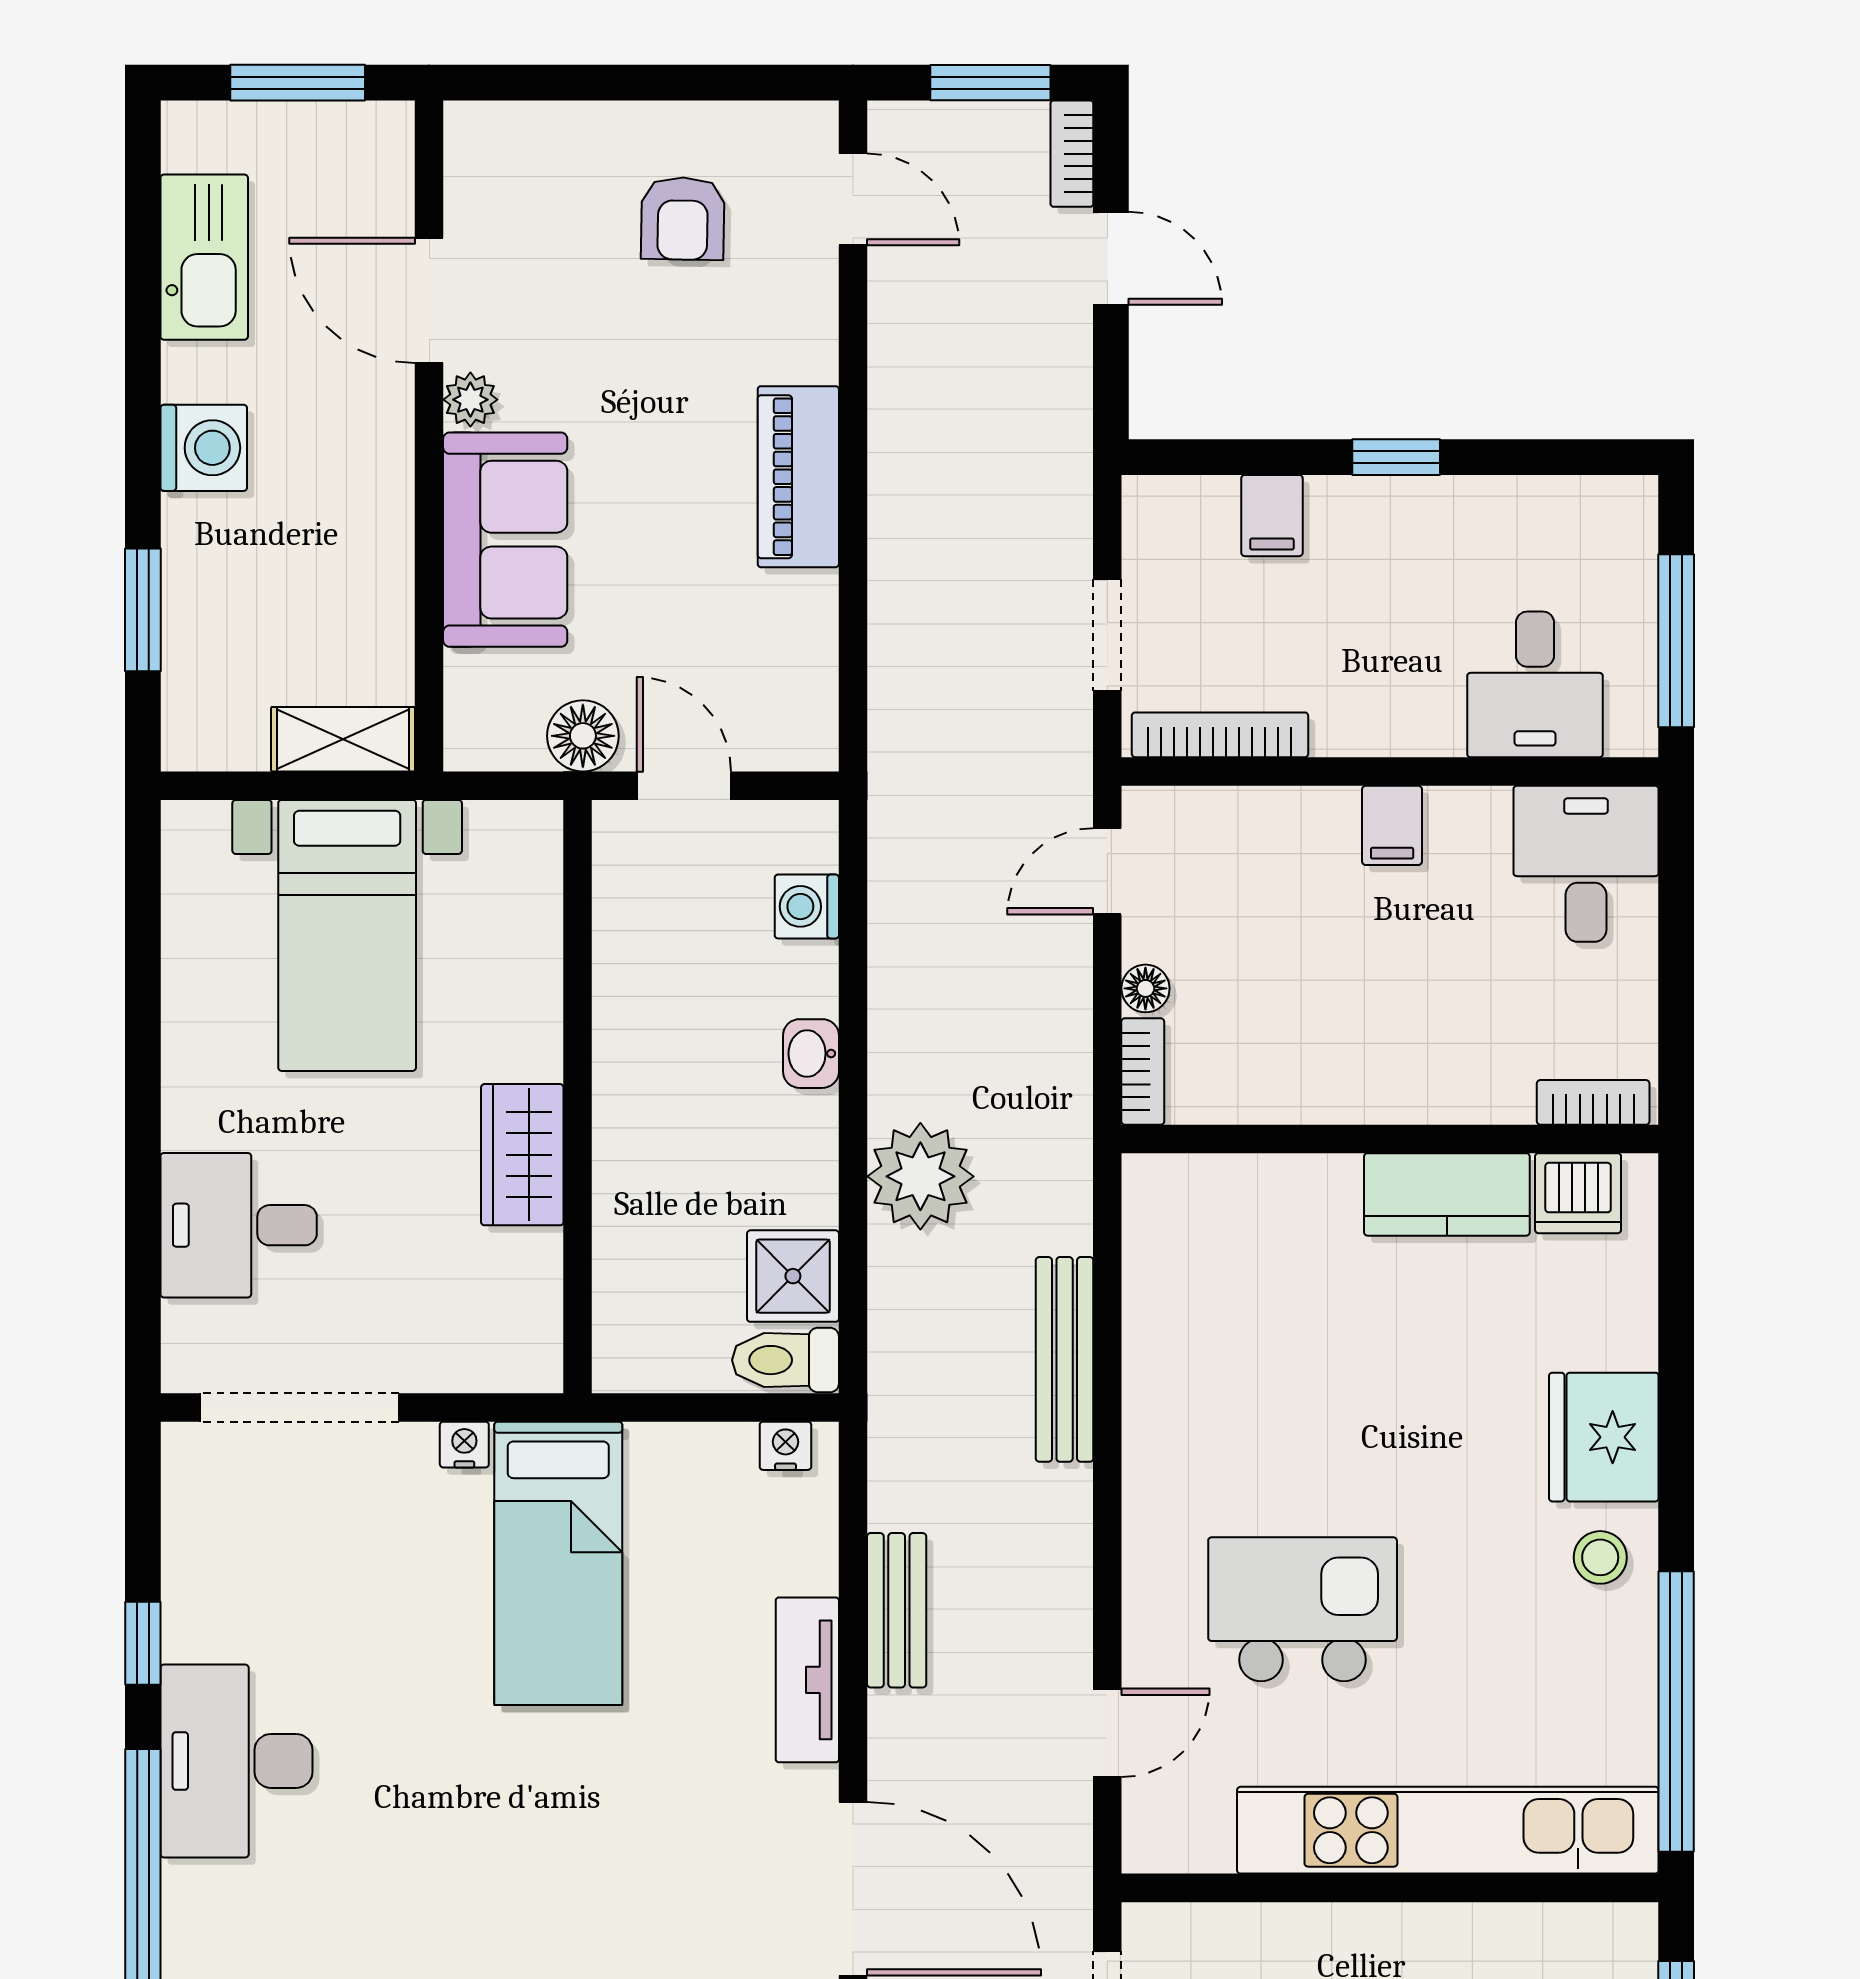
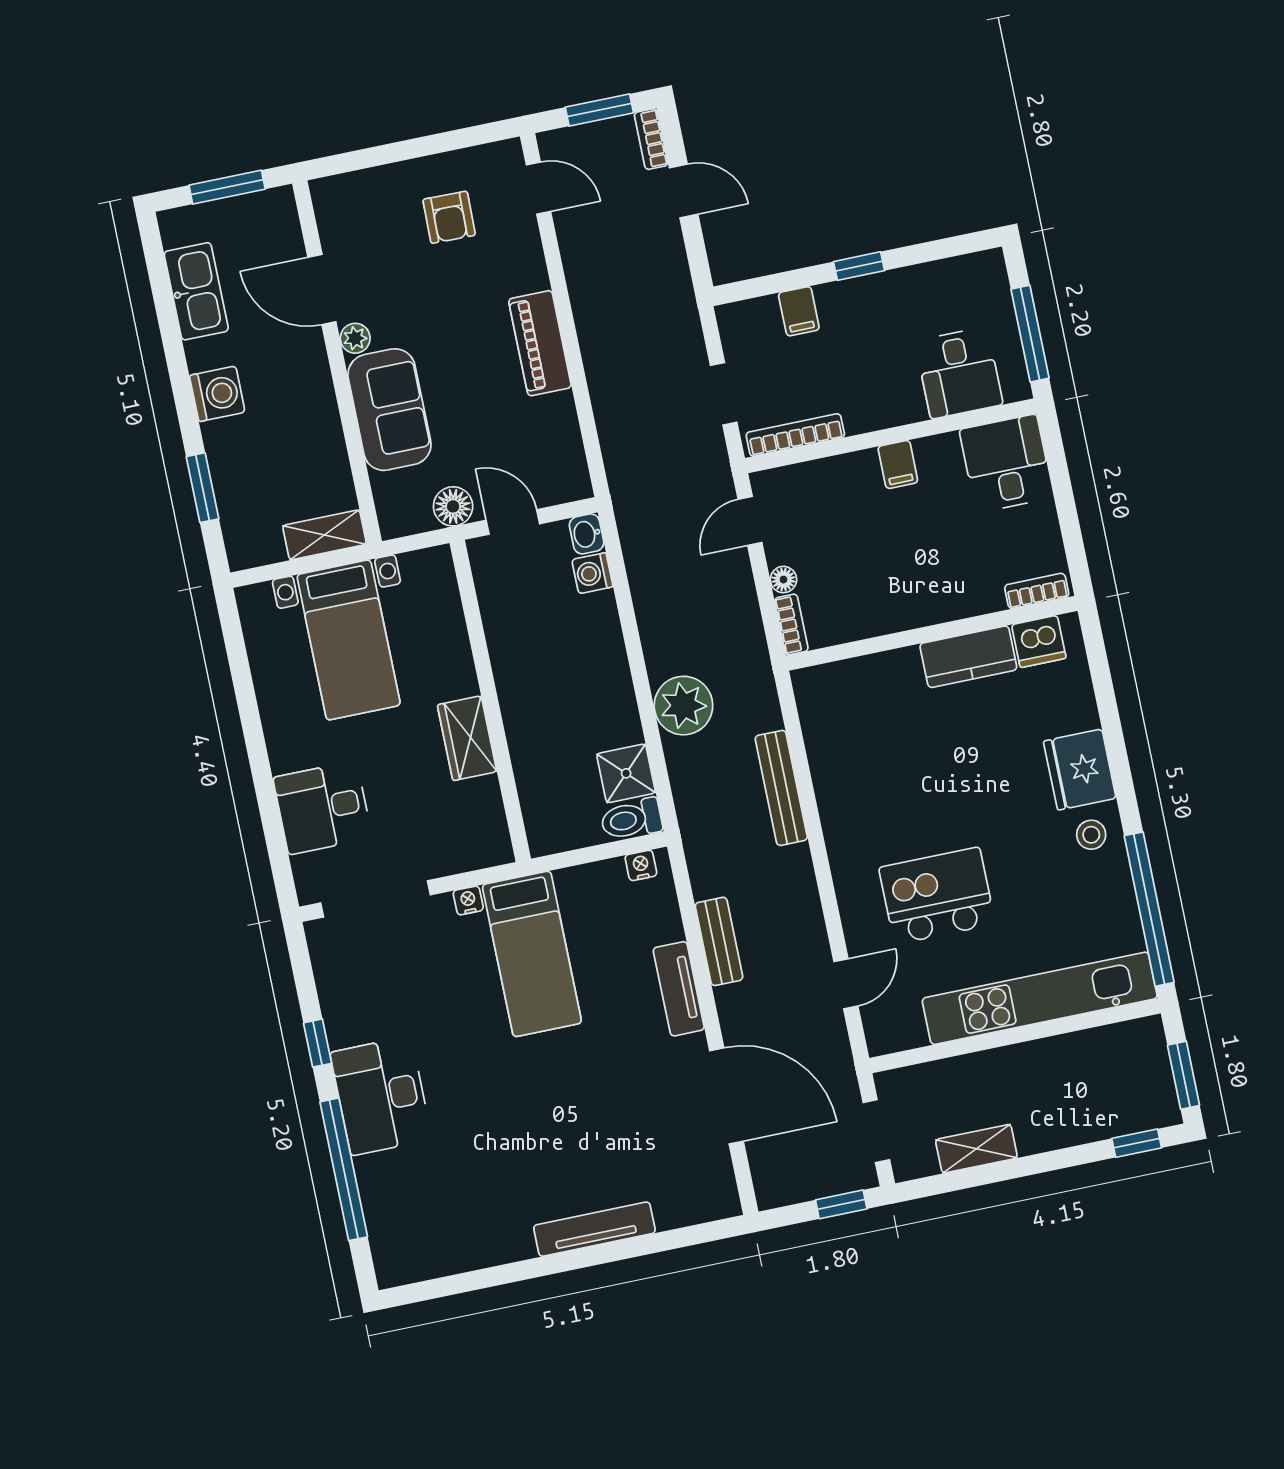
washbasin: (811, 1054) -> (587, 534), moved

